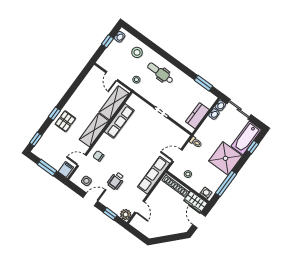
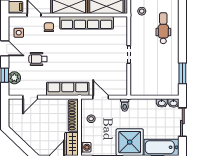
kitchen counter: (197, 116) -> (149, 89), removed
row of seats: (119, 121) -> (87, 23), width x1.36
plant: (126, 214) -> (14, 78), moved

